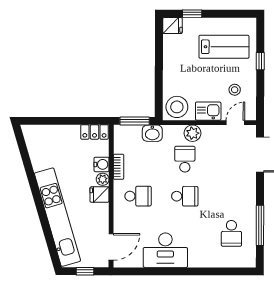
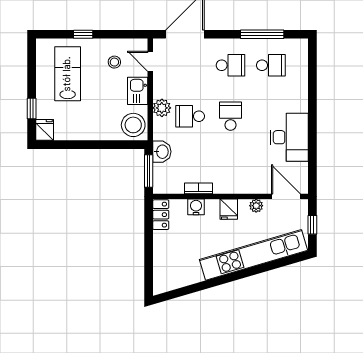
plant: (103, 179) -> (256, 206), moved
school desk: (138, 196) -> (230, 65), moved, turned 90

